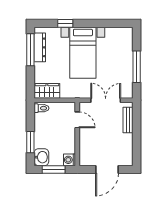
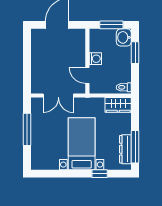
bench: (128, 120) -> (36, 75), removed
washing machine: (69, 160) -> (95, 59), moved

